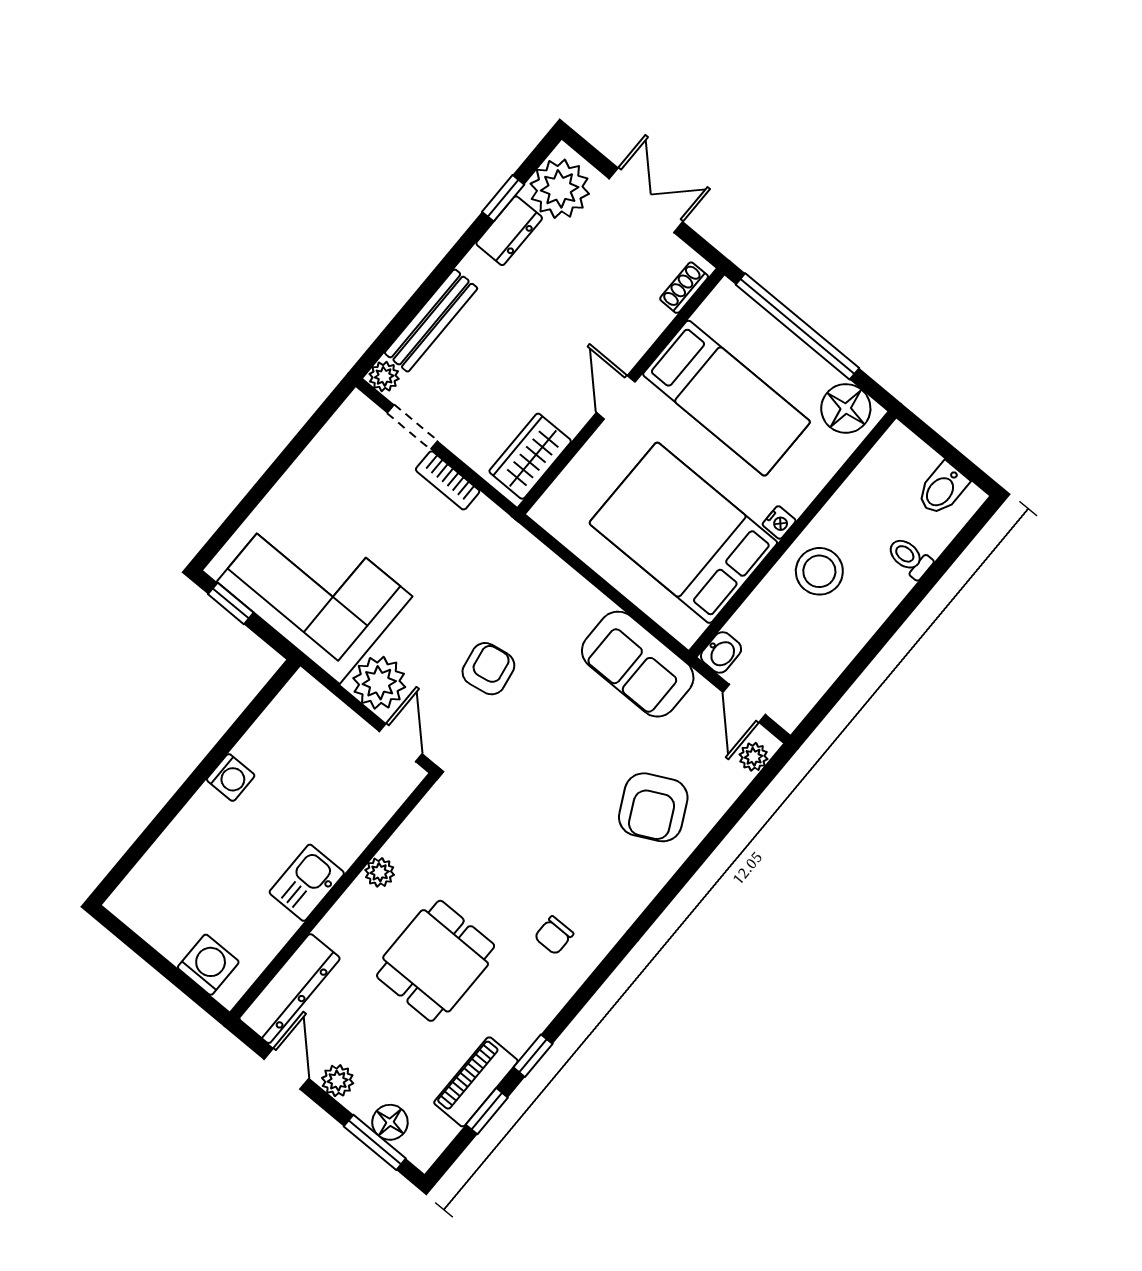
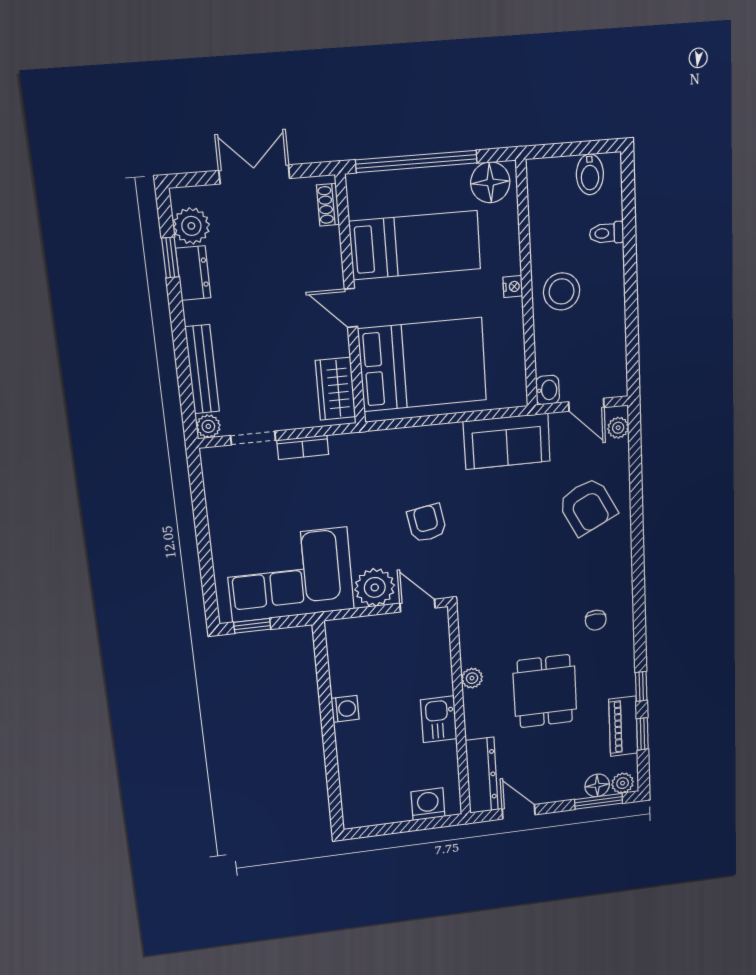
plant: (560, 189) -> (191, 226), width x0.73, depth x0.73
bed: (683, 533) -> (423, 365), moved, turned 180
plant: (338, 1081) -> (623, 783), moved

